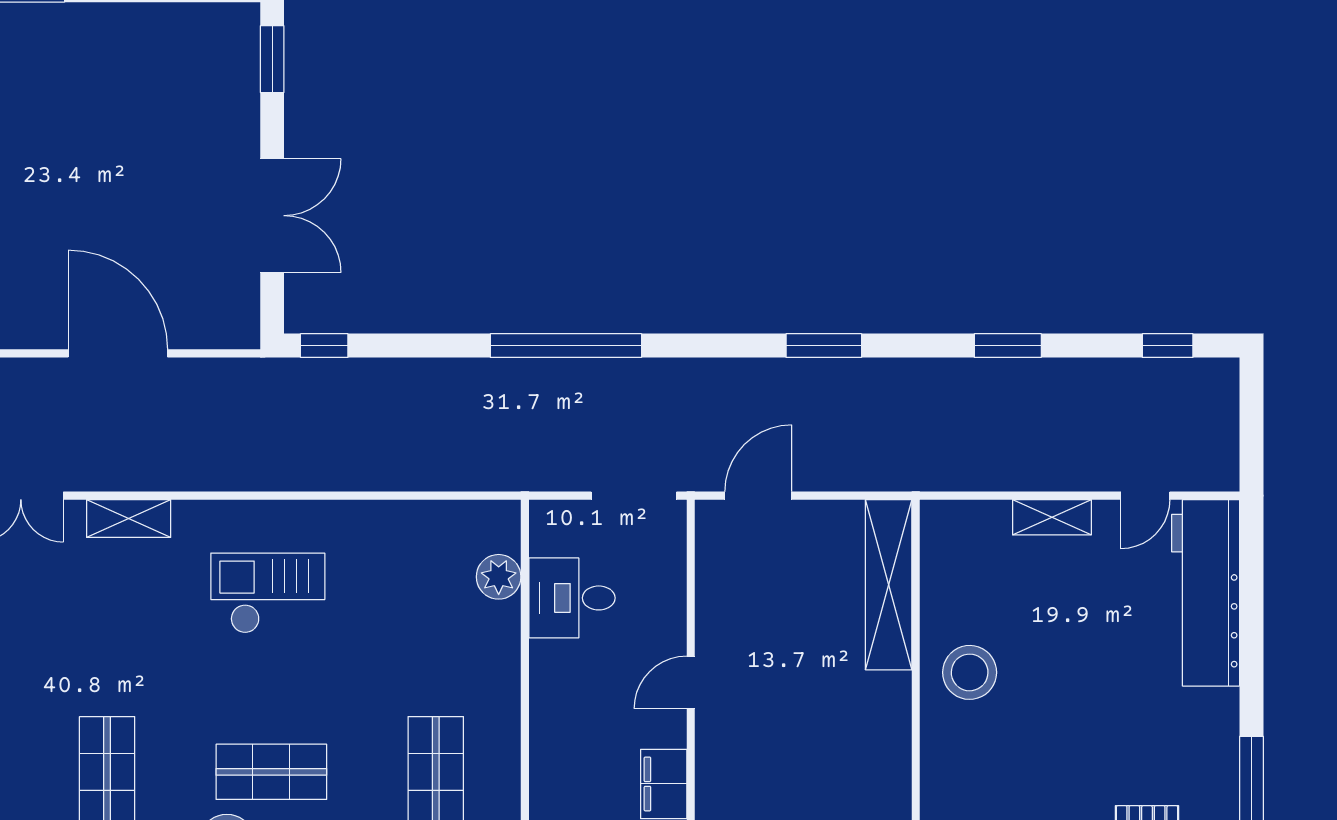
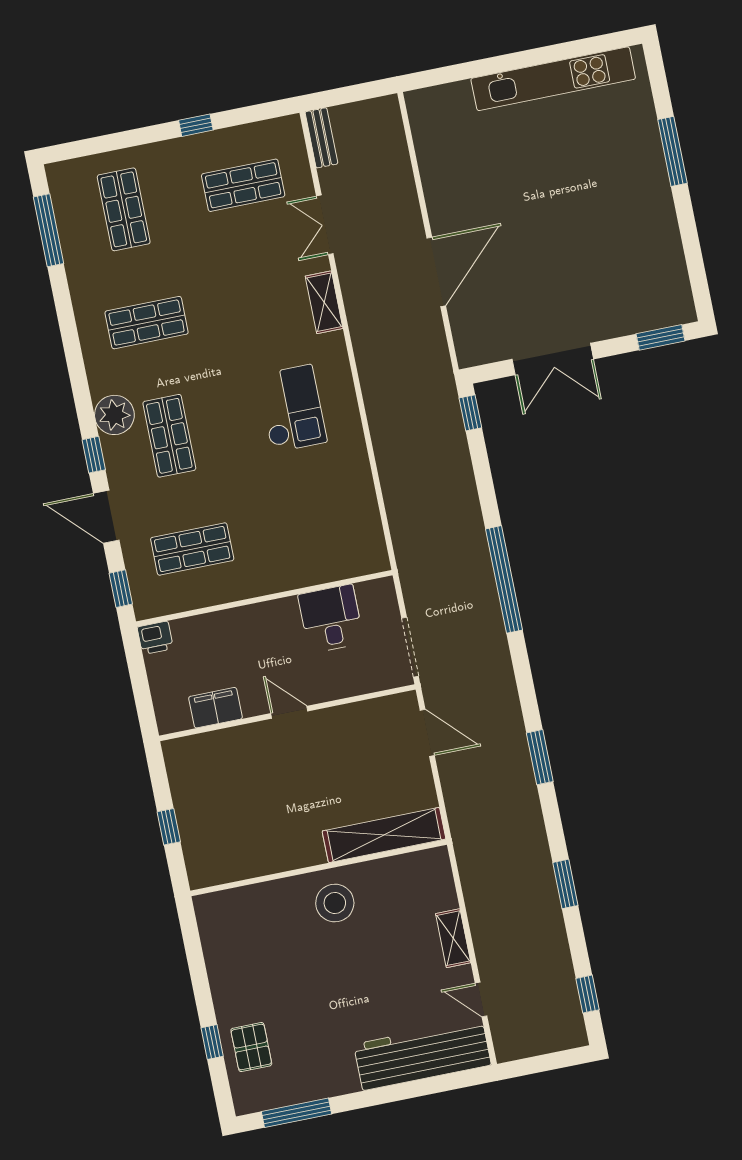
plant: (499, 577) -> (335, 565), removed

